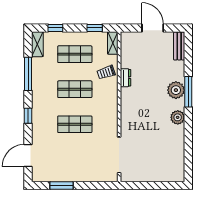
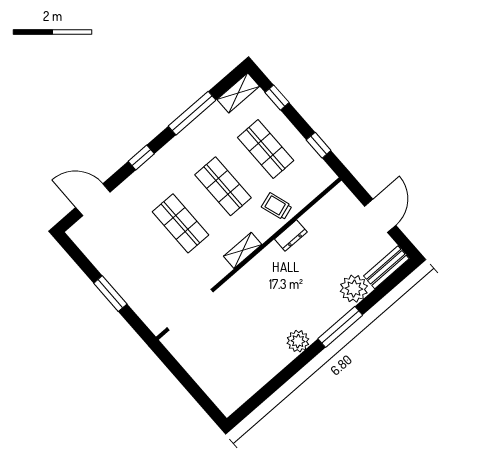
shelving: (113, 43) -> (243, 250), moved
plant: (176, 90) -> (354, 289), moved
window: (61, 186) -> (110, 294), moved

